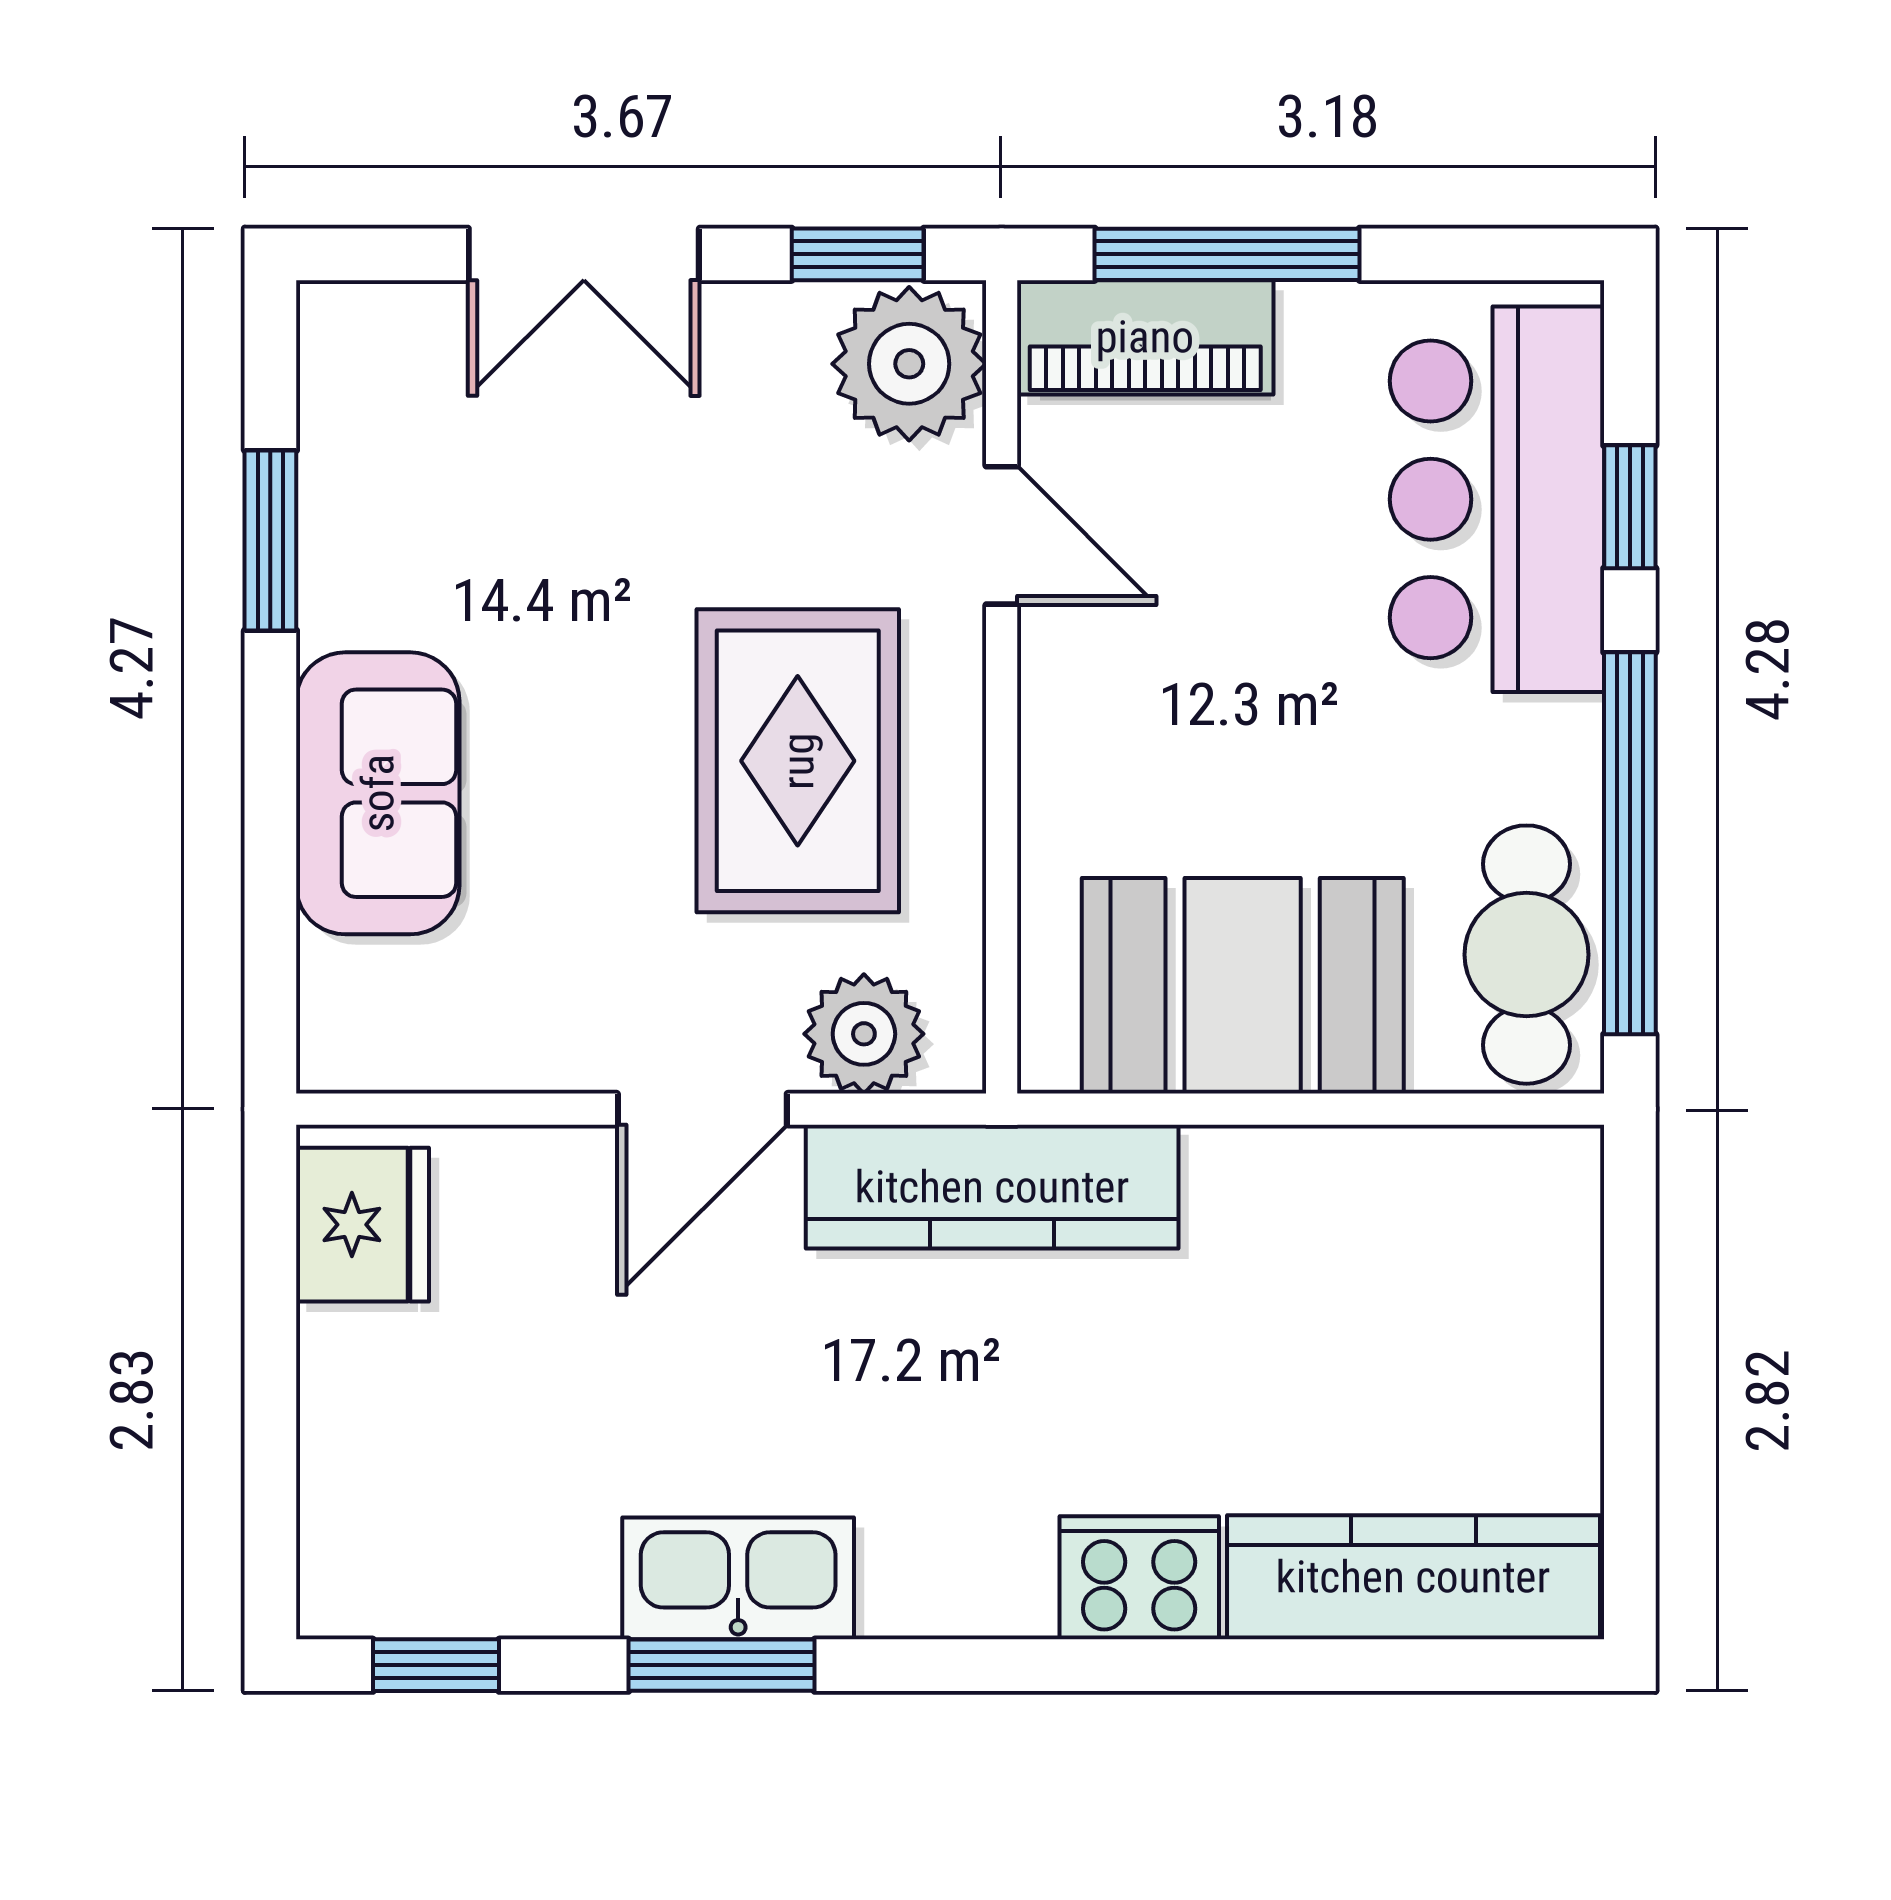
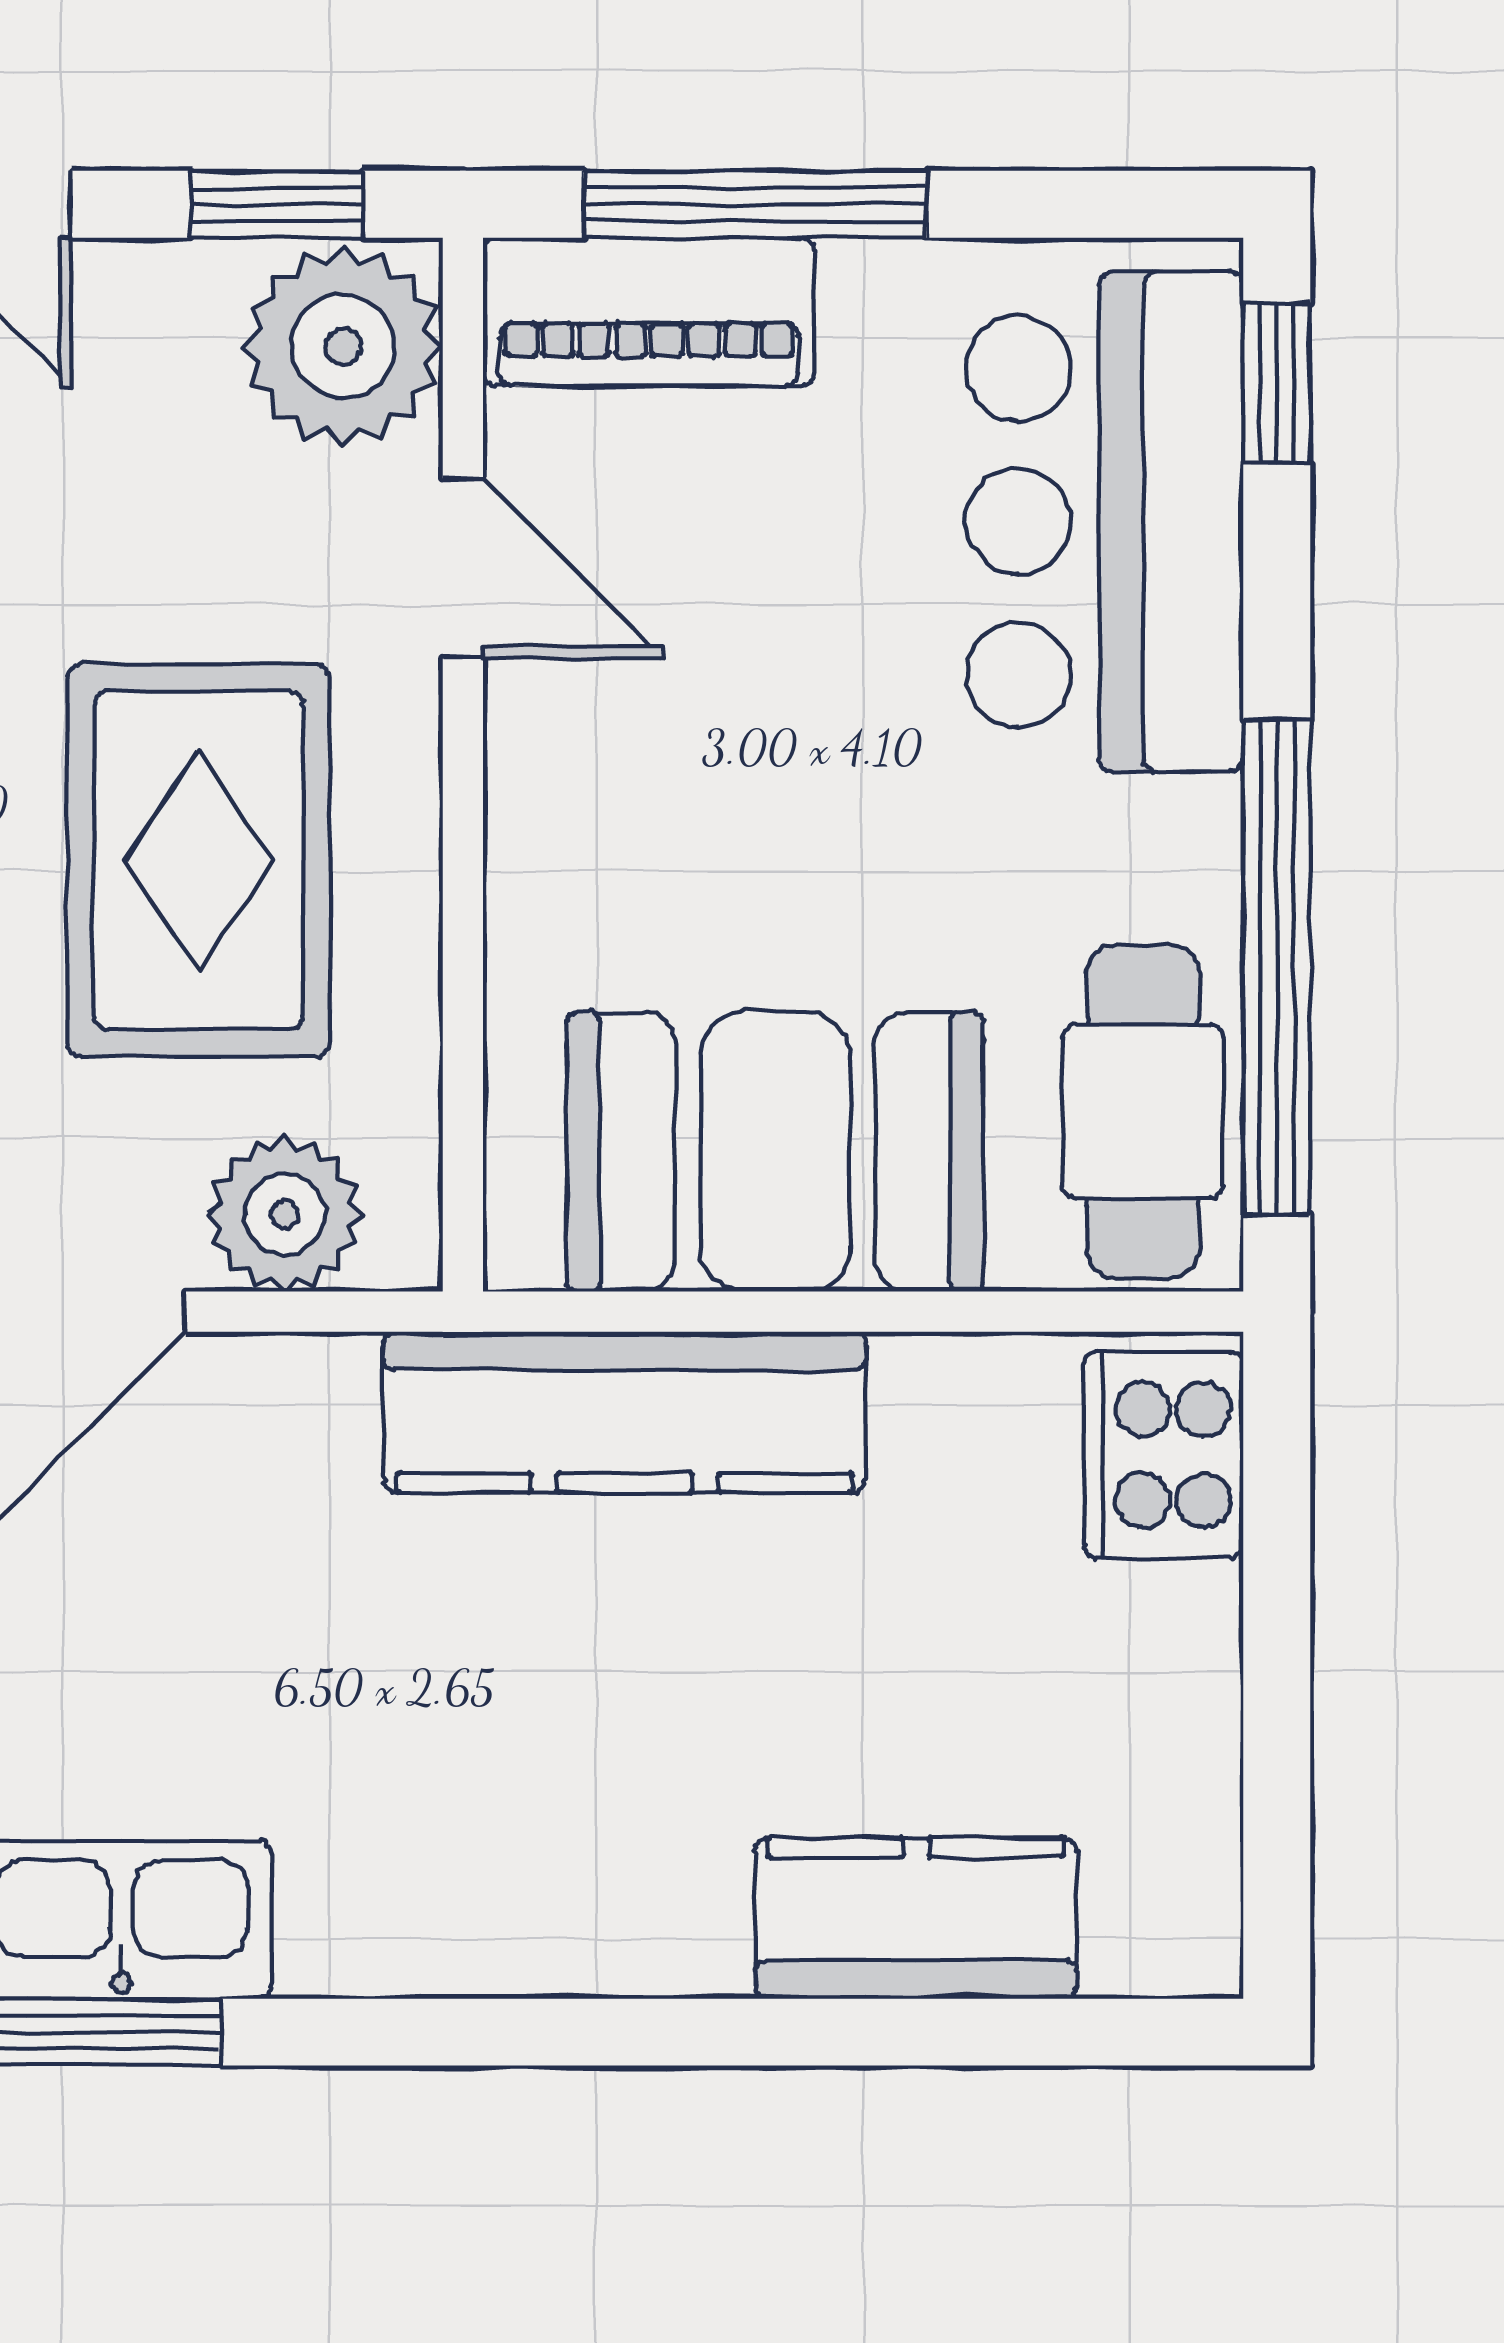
window: (1630, 507) -> (1277, 383), moved
kitchen counter: (992, 1187) -> (625, 1412), moved
kitchen counter: (1413, 1577) -> (916, 1918), width x0.67
cooker: (1139, 1578) -> (1164, 1455), moved, turned -90

